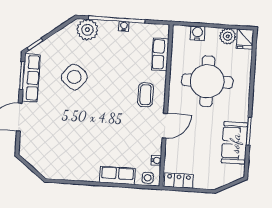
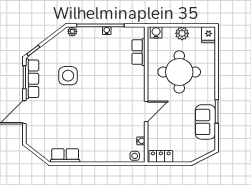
plant: (87, 30) -> (72, 31), width x0.53, depth x0.53
water cooler: (197, 33) -> (156, 32), moved
plant: (228, 36) -> (182, 33), moved
side table: (74, 77) -> (68, 76), turned -37
coffee table: (146, 95) -> (129, 87), removed
row of seats: (117, 175) -> (65, 155), moved

